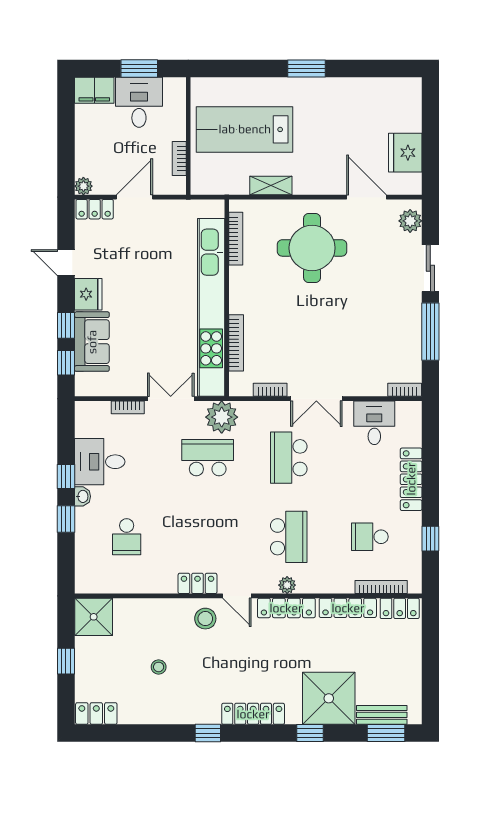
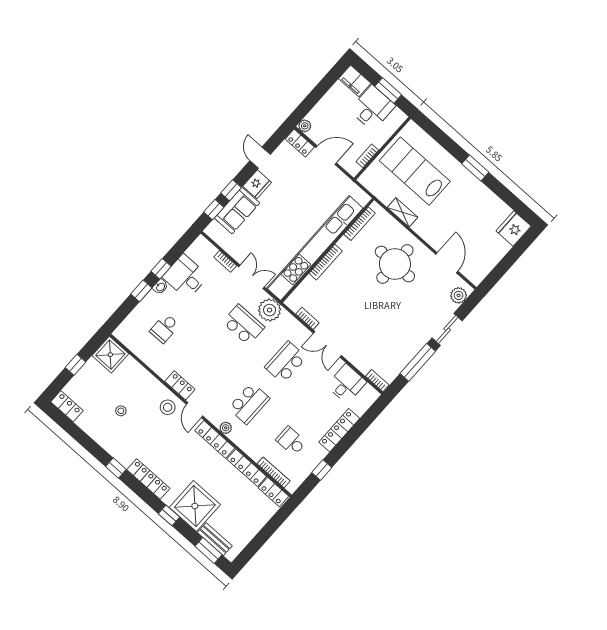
fridge: (405, 153) -> (514, 228), moved
bookcase: (236, 343) -> (326, 262), moved

